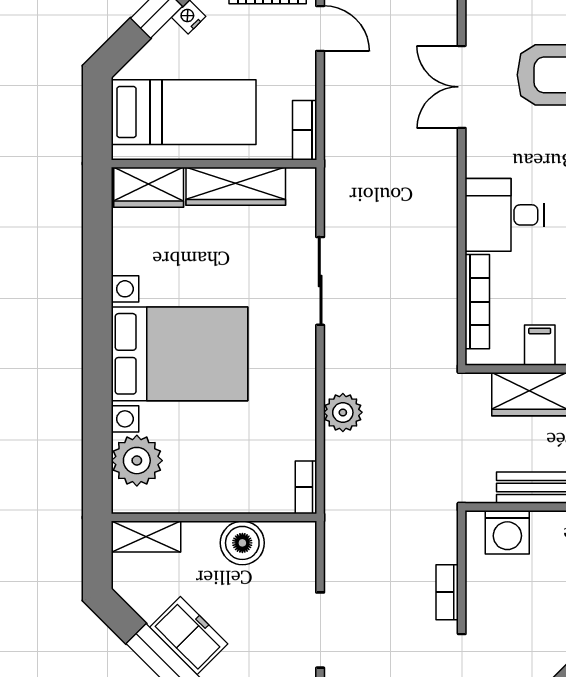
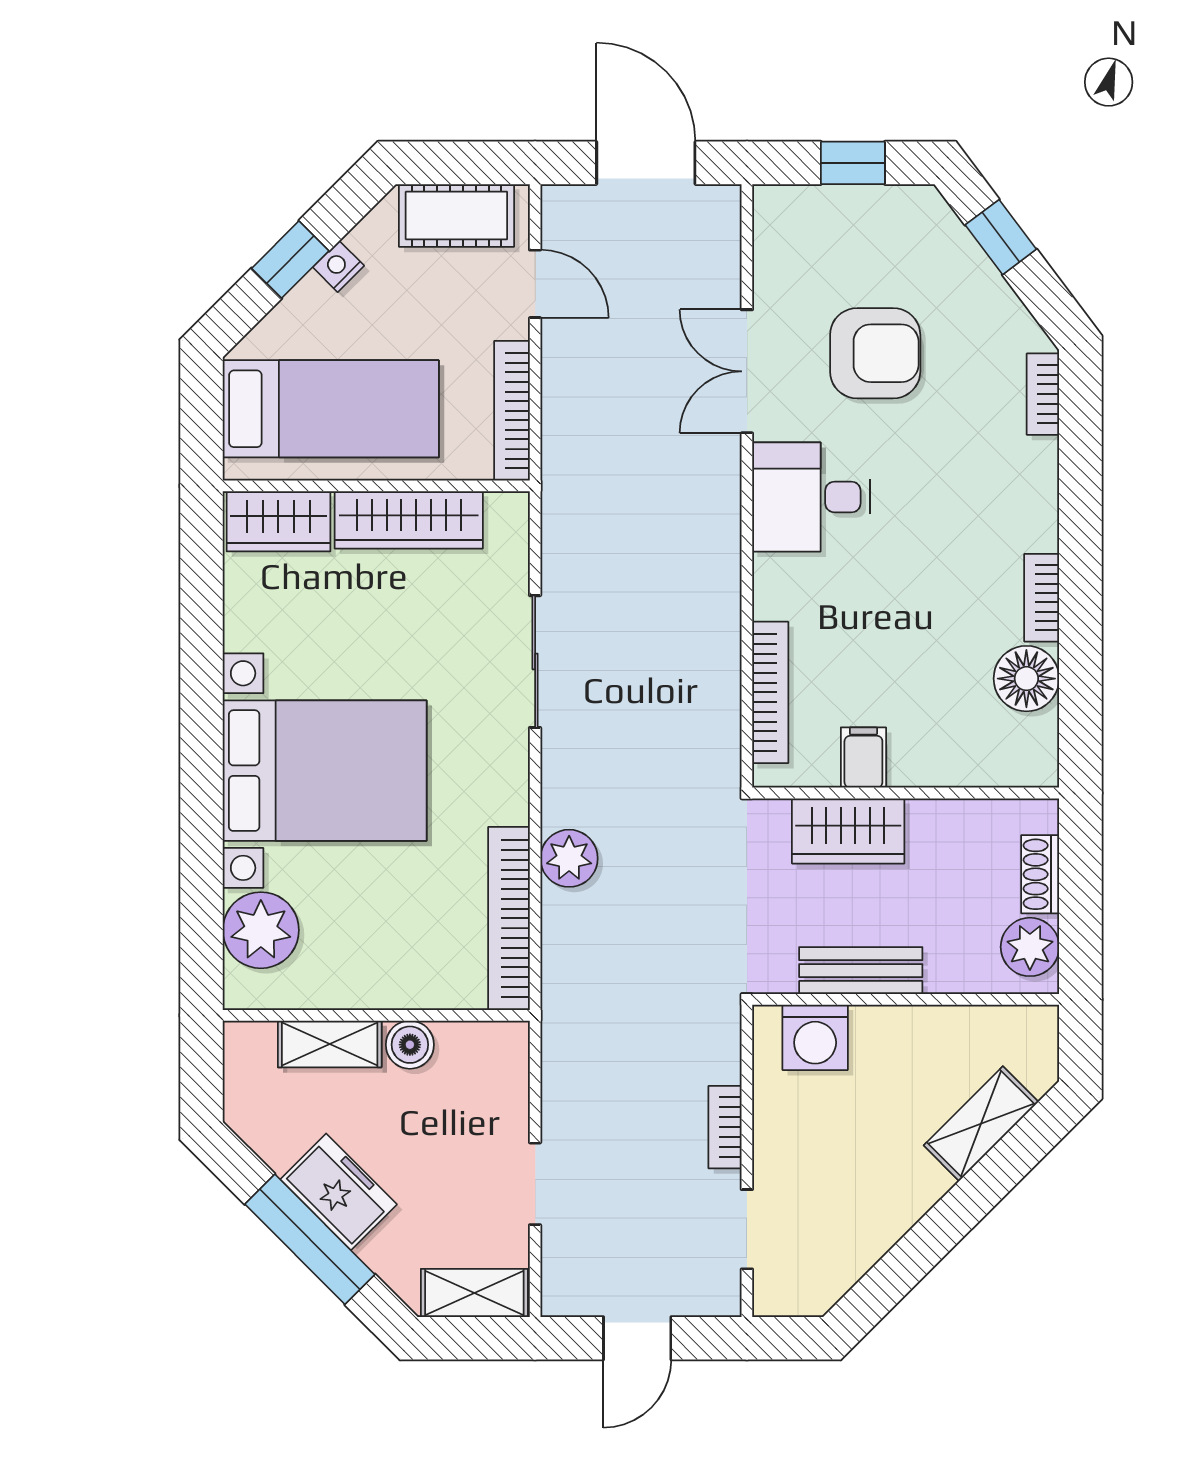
bookcase: (305, 130) -> (512, 411), width x1.56
desk: (505, 215) -> (811, 497), moved
bookcase: (306, 487) -> (509, 918), width x2.31, depth x1.31
shelving: (146, 537) -> (330, 1044), moved
boiler: (242, 543) -> (410, 1045), width x0.73, depth x0.73
doorway: (320, 630) -> (535, 1184), width x0.73

